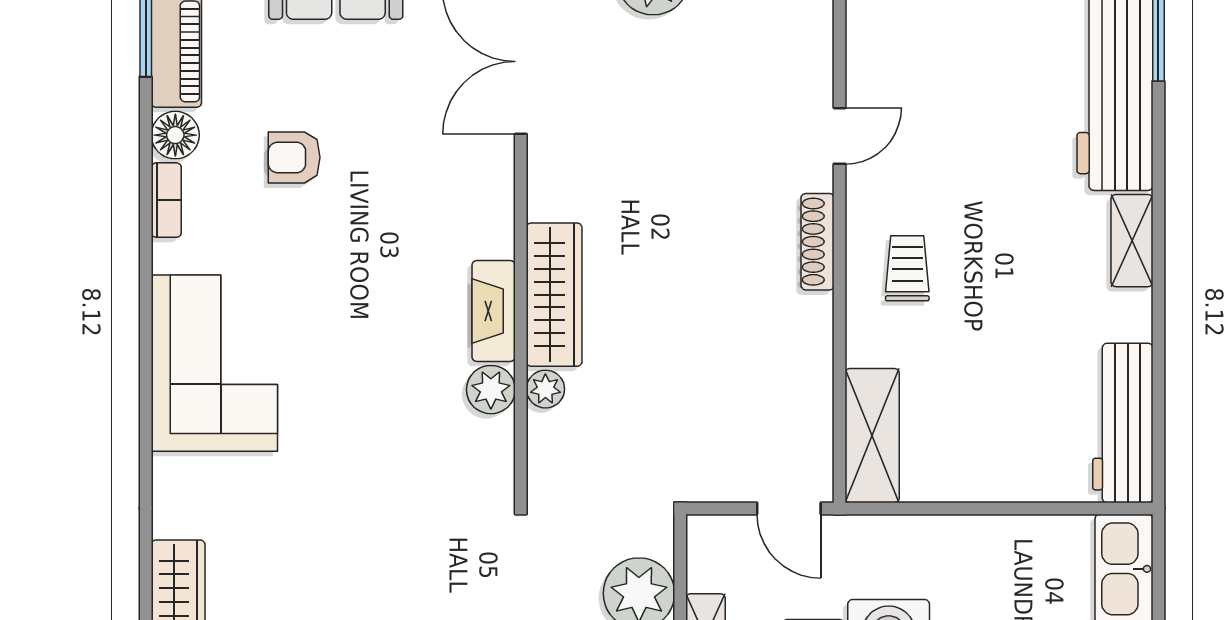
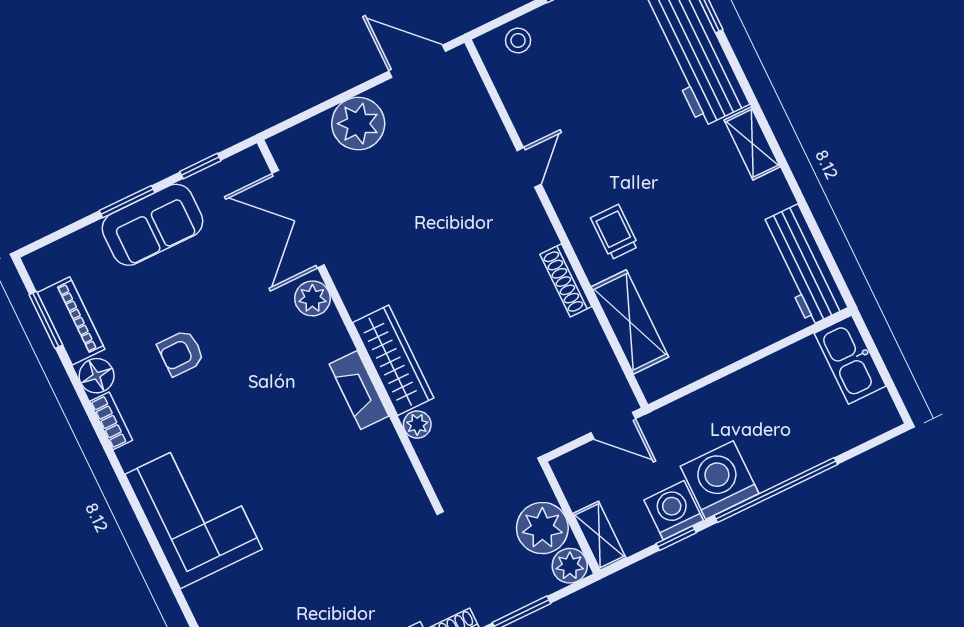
shoe rack: (818, 242) -> (566, 280), moved
plant: (491, 390) -> (312, 298), moved
shelving: (872, 436) -> (630, 322), moved

